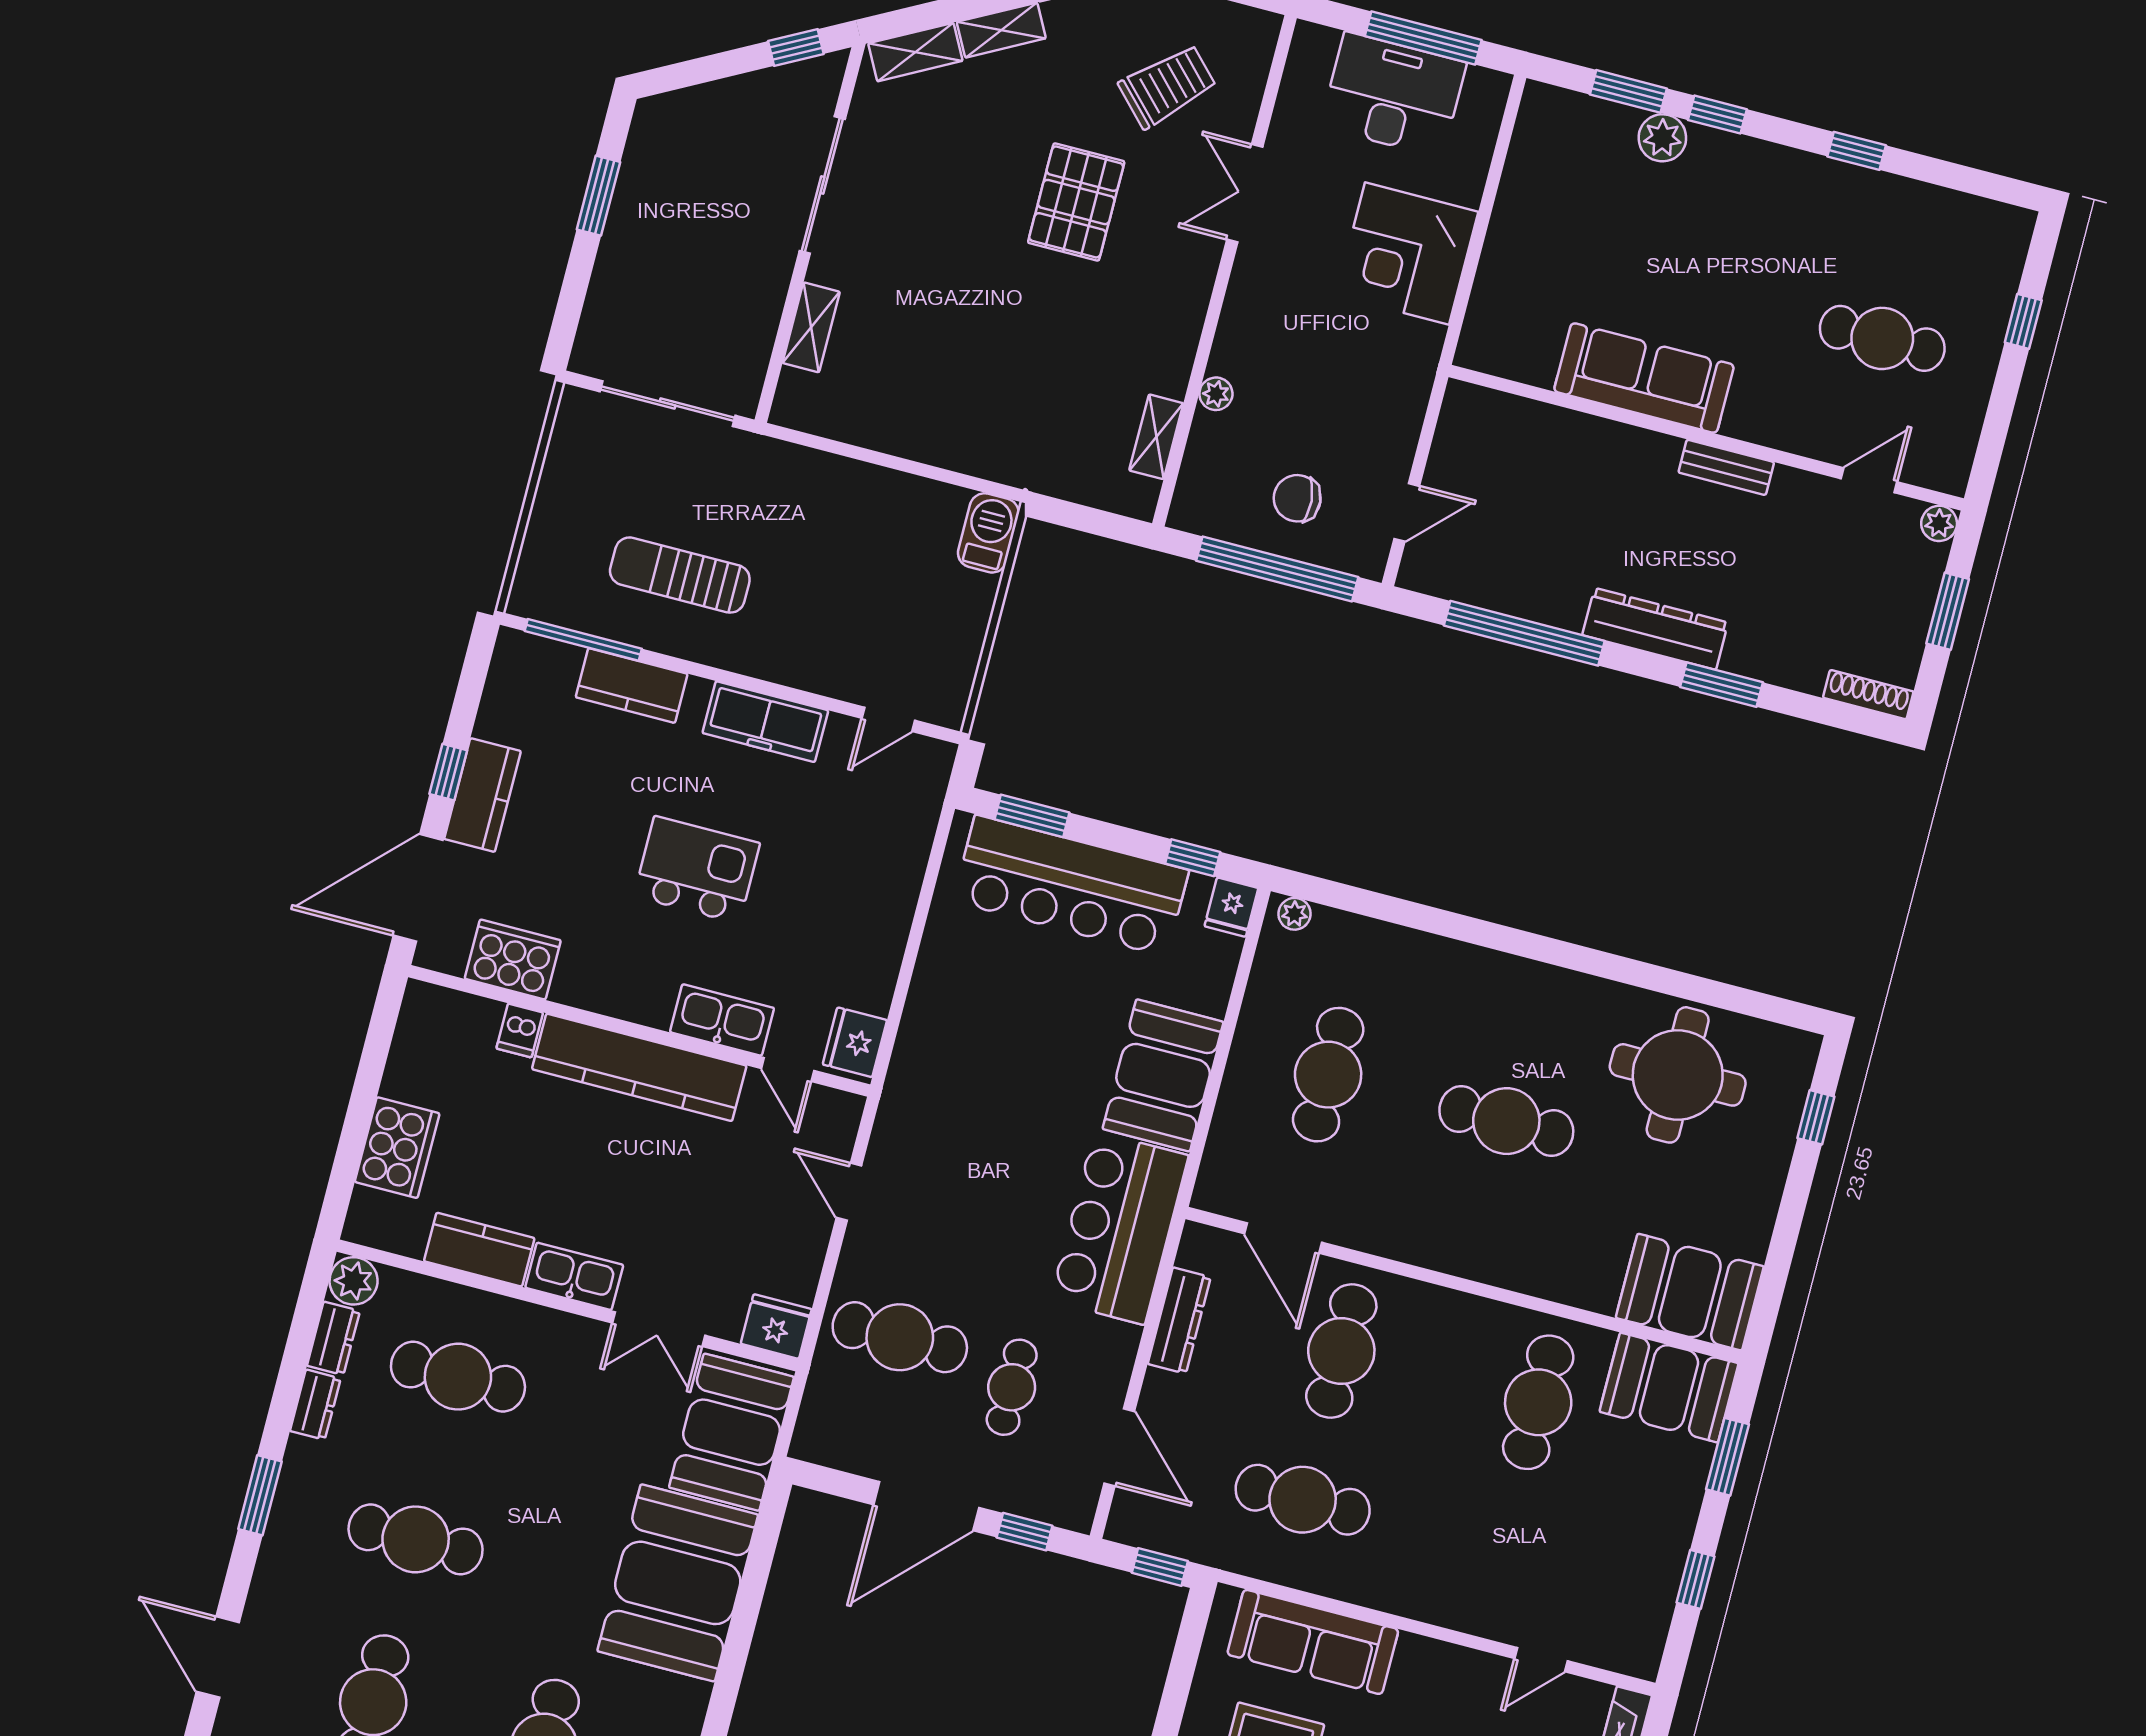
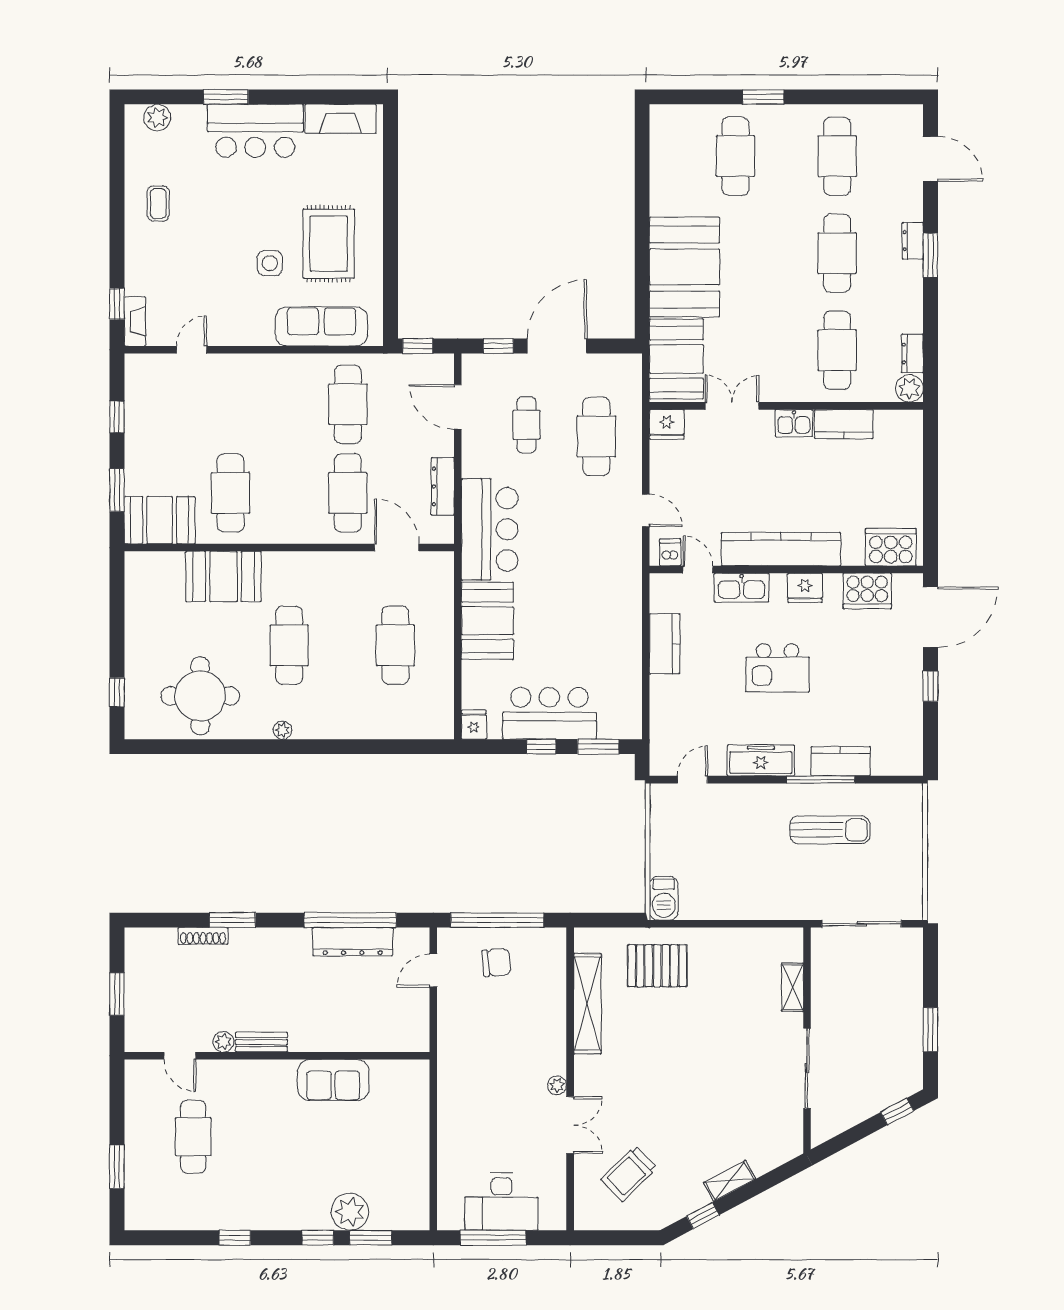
window: (796, 48) -> (897, 1111), moved
shelving: (915, 52) -> (774, 1156), removed
plant: (1662, 138) -> (350, 1212), width x1.36, depth x1.36
pallet: (1076, 202) -> (657, 966), moved, turned 90
corner desk: (1407, 254) -> (471, 1115), removed
window: (2023, 321) -> (117, 1167), width x1.50
cafe table: (1882, 338) -> (193, 1137), turned 90
sofa: (1644, 378) -> (333, 1080), width x0.73
plant: (1216, 394) -> (557, 1085), moved
shelving: (1156, 437) -> (587, 1004), width x2.20, depth x1.33
door: (1869, 480) -> (180, 1056), hinge flipped
plant: (1939, 523) -> (223, 1042), moved
dresser: (1655, 629) -> (353, 942), moved
window: (583, 640) -> (821, 780), moved
shoe rack: (1868, 695) -> (203, 936), moved
kitchen counter: (482, 795) -> (665, 644), moved, turned 180
window: (1193, 858) -> (541, 747), moved
bar counter: (1071, 886) -> (549, 713), width x0.73
plant: (1295, 914) -> (282, 730), moved
dishwasher: (520, 1030) -> (670, 552), moved
fridge: (855, 1042) -> (805, 588), moved, turned 90
cafe table: (1506, 1121) -> (289, 645), turned 90
cooker: (397, 1148) -> (891, 547), moved, turned 90
kitchen sink: (574, 1276) -> (794, 423), width x0.73
booth: (1690, 1292) -> (223, 576), moved
cafe table: (900, 1337) -> (596, 436), turned 90
cafe table: (458, 1377) -> (837, 350), turned 90
dresser: (315, 1405) -> (913, 241), moved
cafe table: (1303, 1500) -> (348, 404), turned 90
cafe table: (416, 1539) -> (837, 253), turned 90

